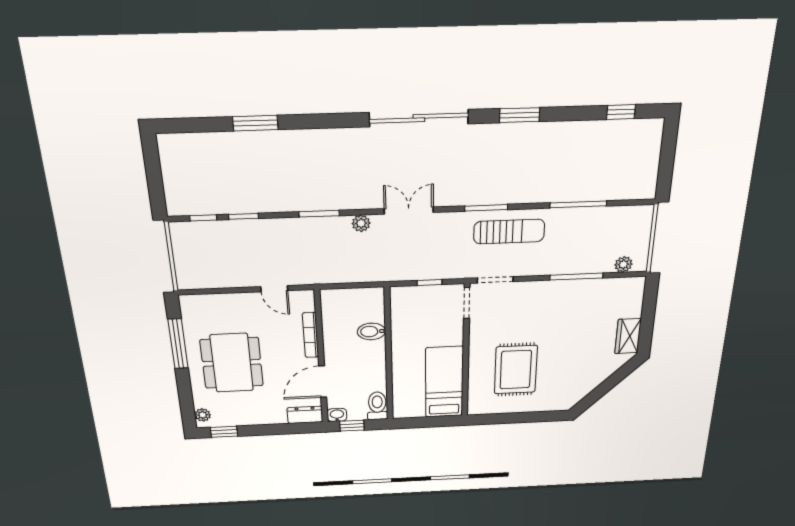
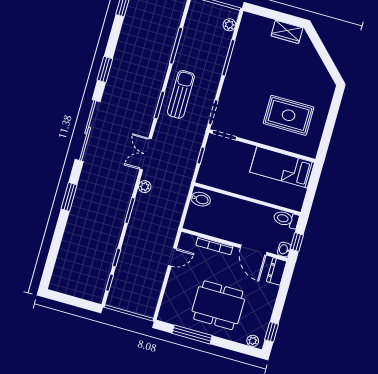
window: (255, 123) -> (69, 197), moved
bidet: (371, 331) -> (201, 199), moved, turned -90

